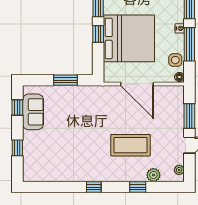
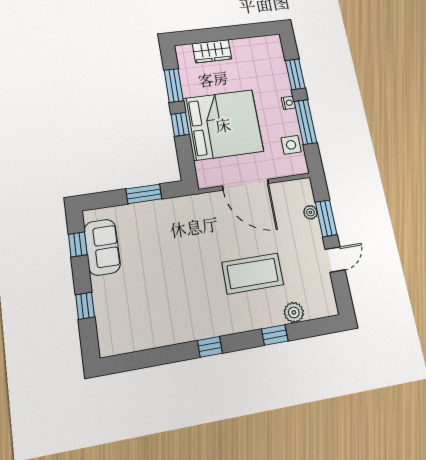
floor lamp: (179, 77) -> (301, 167), removed
plant: (179, 170) -> (310, 212), moved

